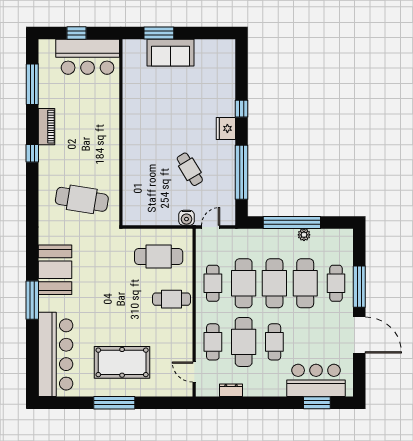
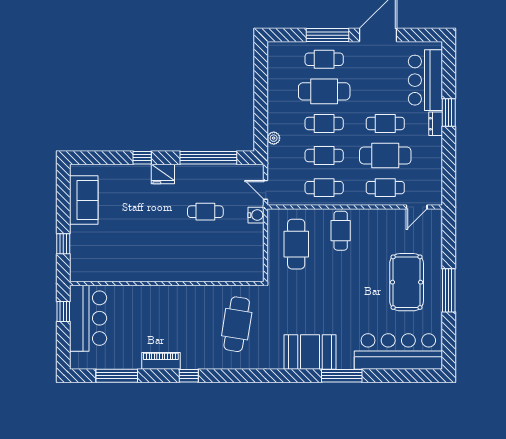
window: (76, 33) -> (63, 312), moved
window: (159, 33) -> (63, 244), width x0.67
sofa: (171, 53) -> (84, 200), moved
cafe table: (190, 169) -> (205, 212), turned 31
window: (292, 222) -> (261, 105), removed
plant: (304, 235) -> (274, 138), moved
cafe table: (244, 283) -> (324, 156), width x0.73, depth x0.74
cafe table: (274, 283) -> (324, 123), width x0.73, depth x0.74
dresser: (231, 390) -> (436, 124), moved
window: (317, 403) -> (449, 113), moved

